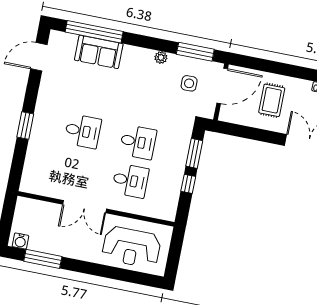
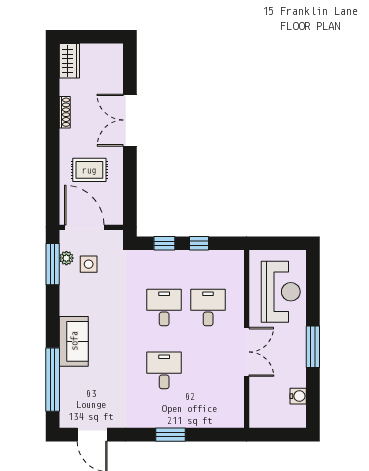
sofa: (99, 52) -> (74, 341), moved
plant: (161, 58) -> (66, 258), moved
window: (194, 153) -> (164, 243), width x0.67
water cooler: (20, 241) -> (298, 396), moved
window: (43, 259) -> (313, 347), moved

